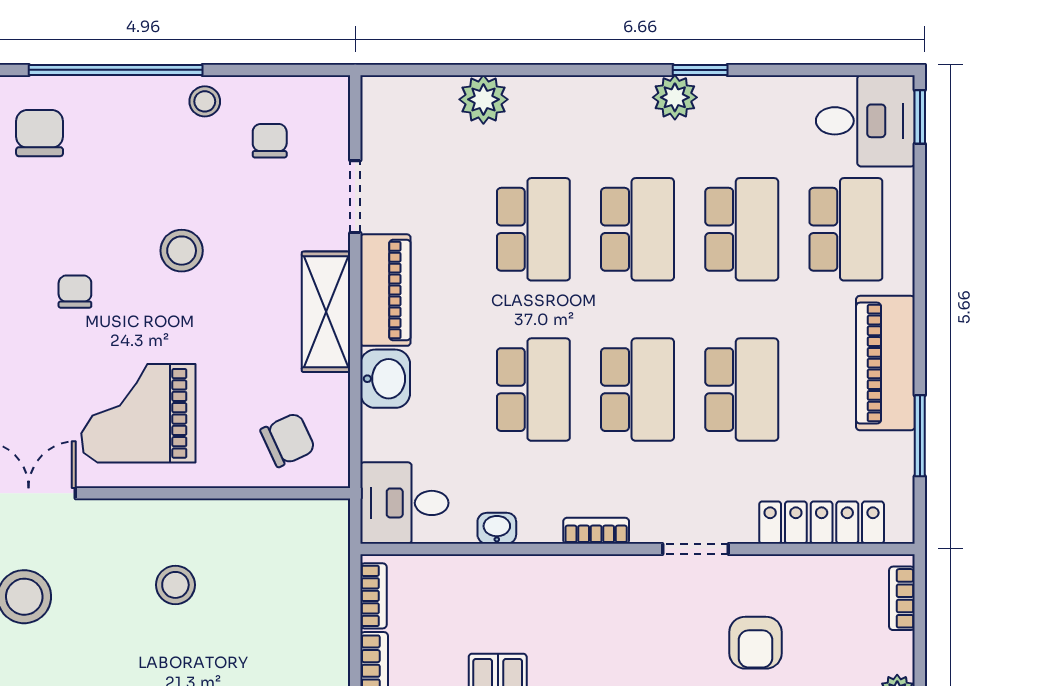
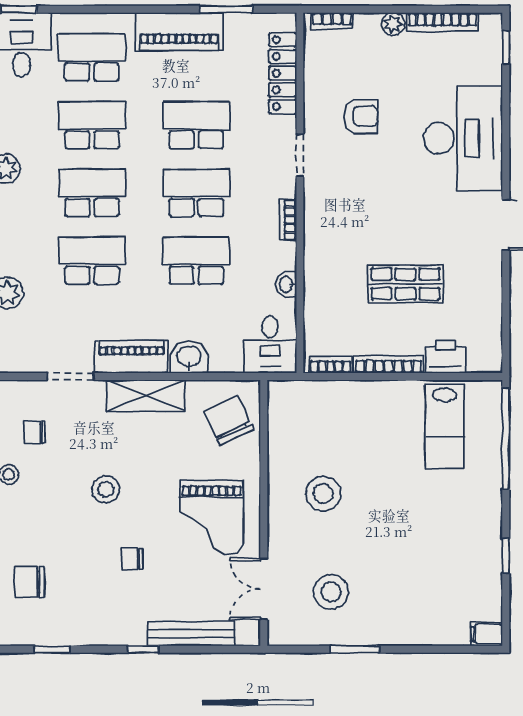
chair: (288, 440) -> (229, 420), width x1.37, depth x1.37
stool: (175, 585) -> (323, 494), width x1.38, depth x1.38

